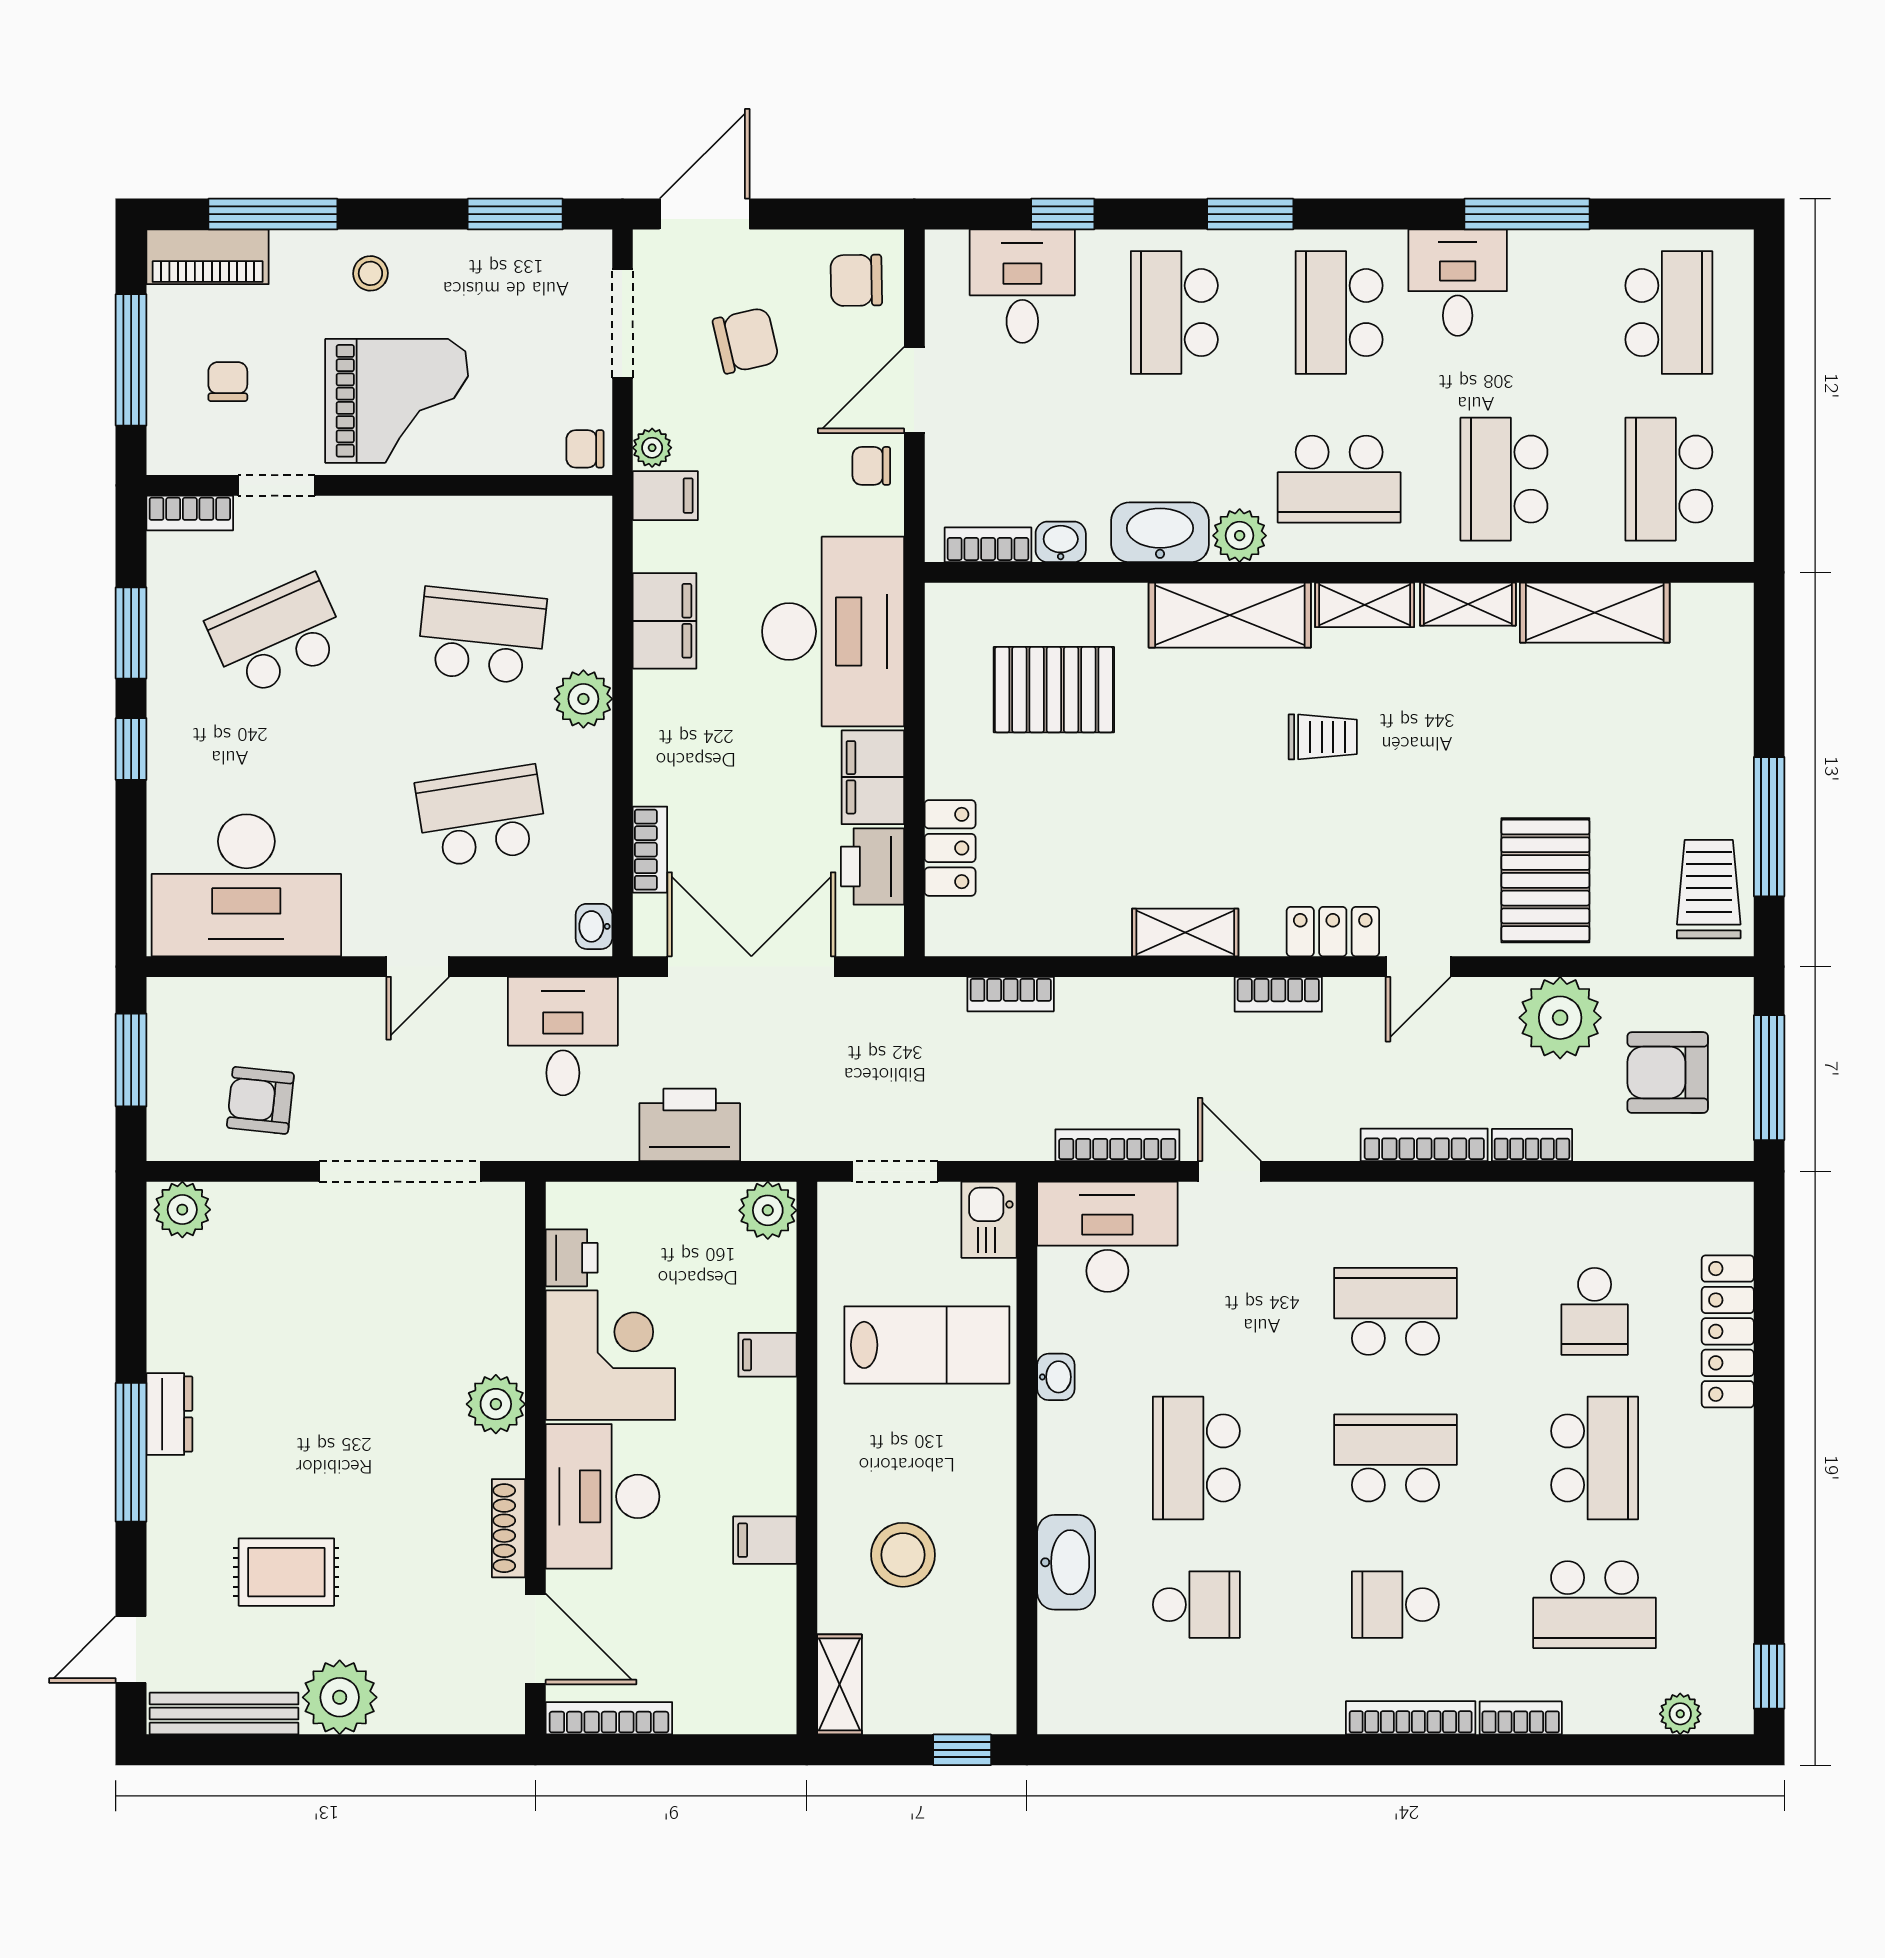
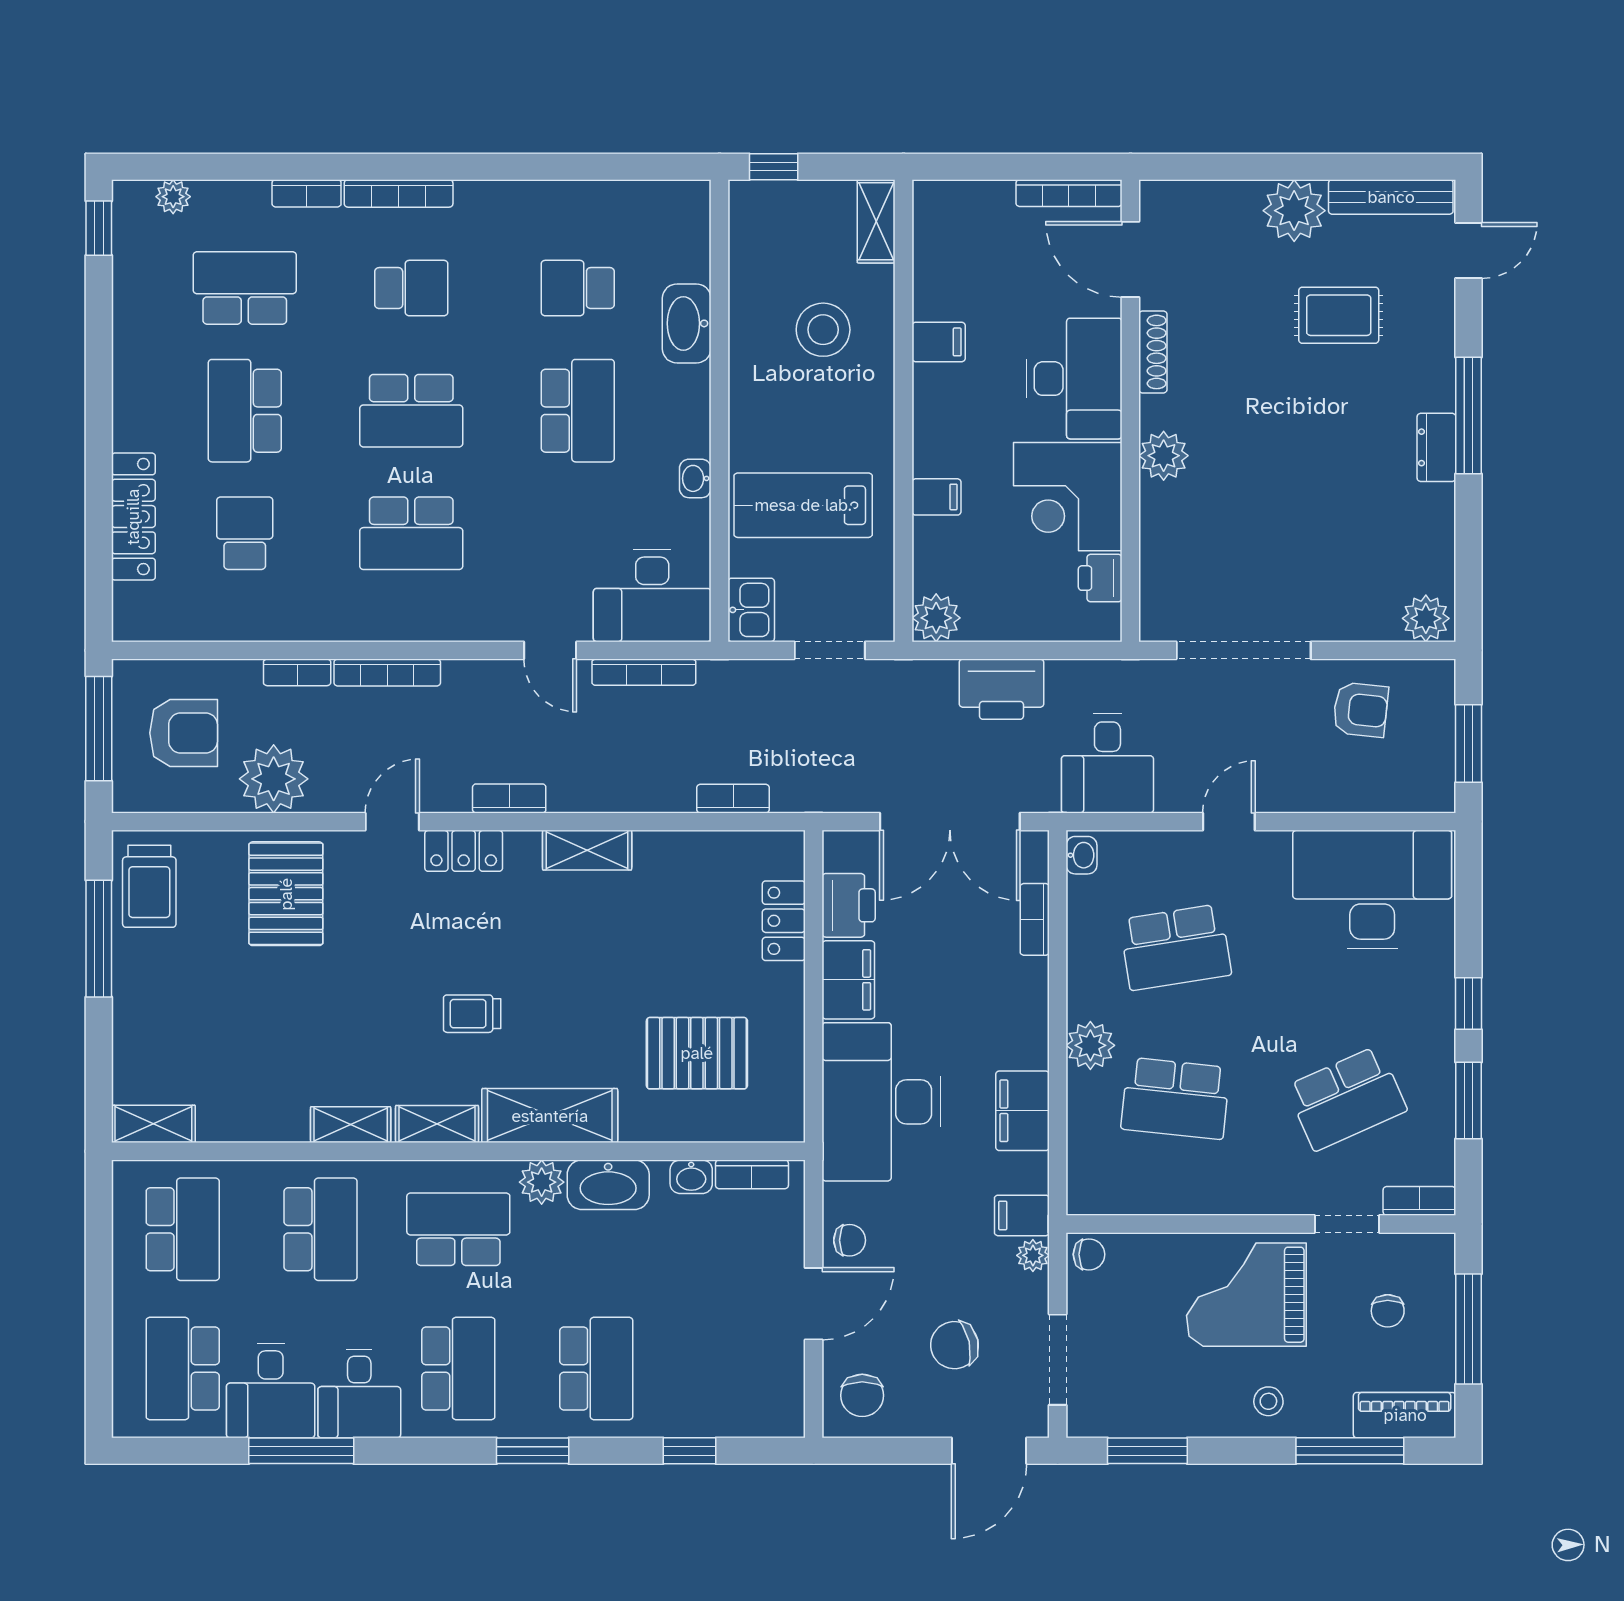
chair: (856, 280) -> (862, 1395), turned 91
desk: (1022, 286) -> (271, 1391), moved
shelving: (1595, 613) -> (153, 1124), moved, width x0.67, depth x0.75

